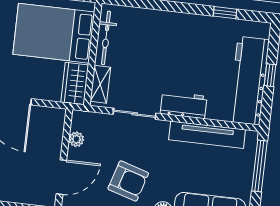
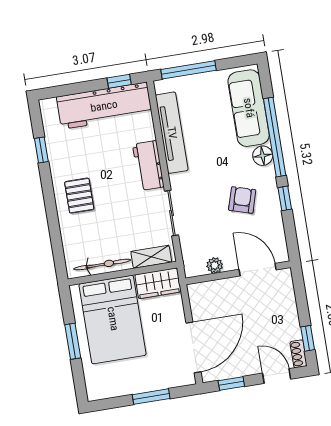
pallet: (174, 35) -> (79, 196), added
window: (270, 75) -> (119, 81), moved
armchair: (128, 181) -> (242, 200), width x0.72, depth x0.72

